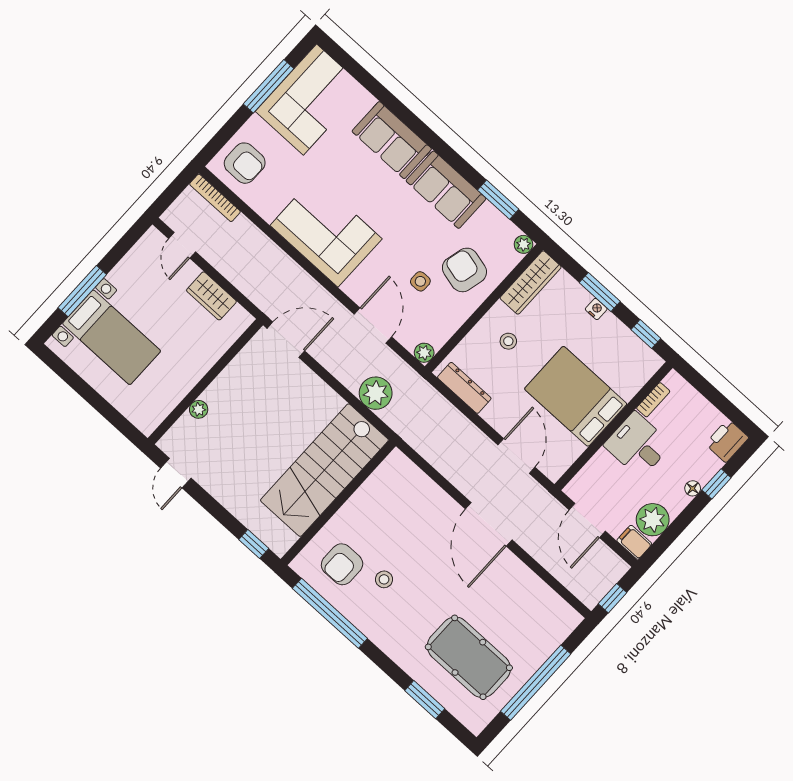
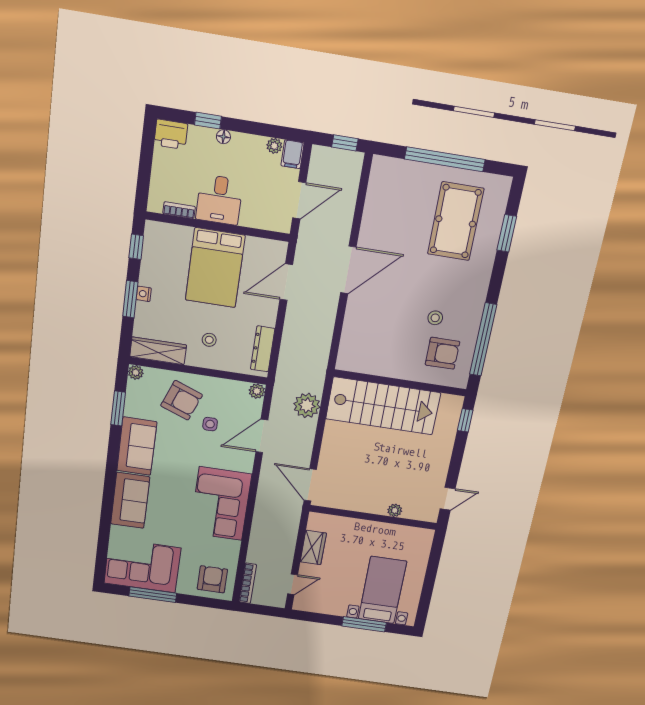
armchair: (464, 270) -> (182, 400), turned -83
plant: (653, 520) -> (274, 146), width x0.53, depth x0.53

